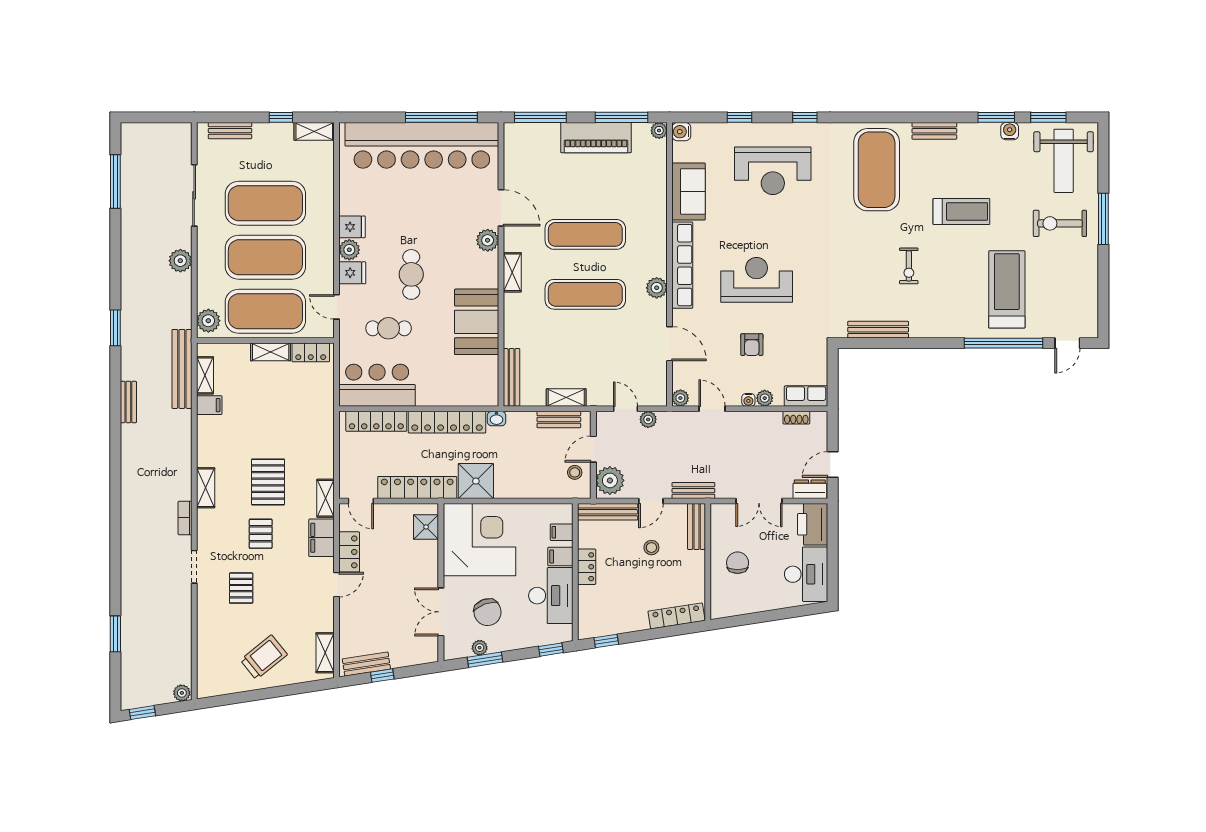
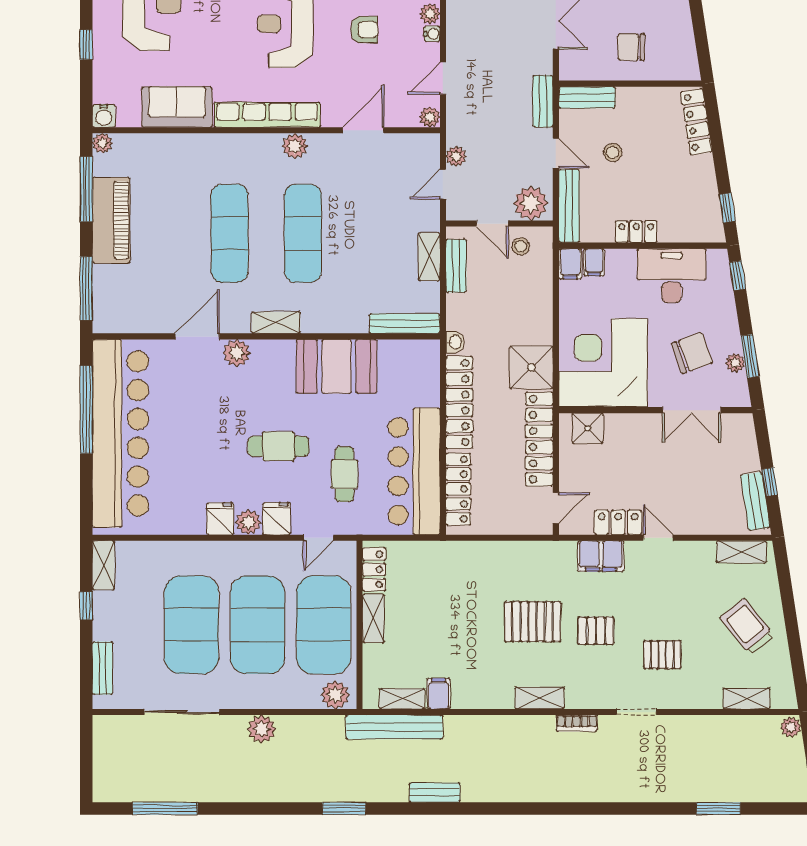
bar counter: (377, 385) -> (414, 471), width x1.36
shelving: (326, 498) -> (747, 699), moved
filing cabinet: (560, 557) -> (570, 264), moved

